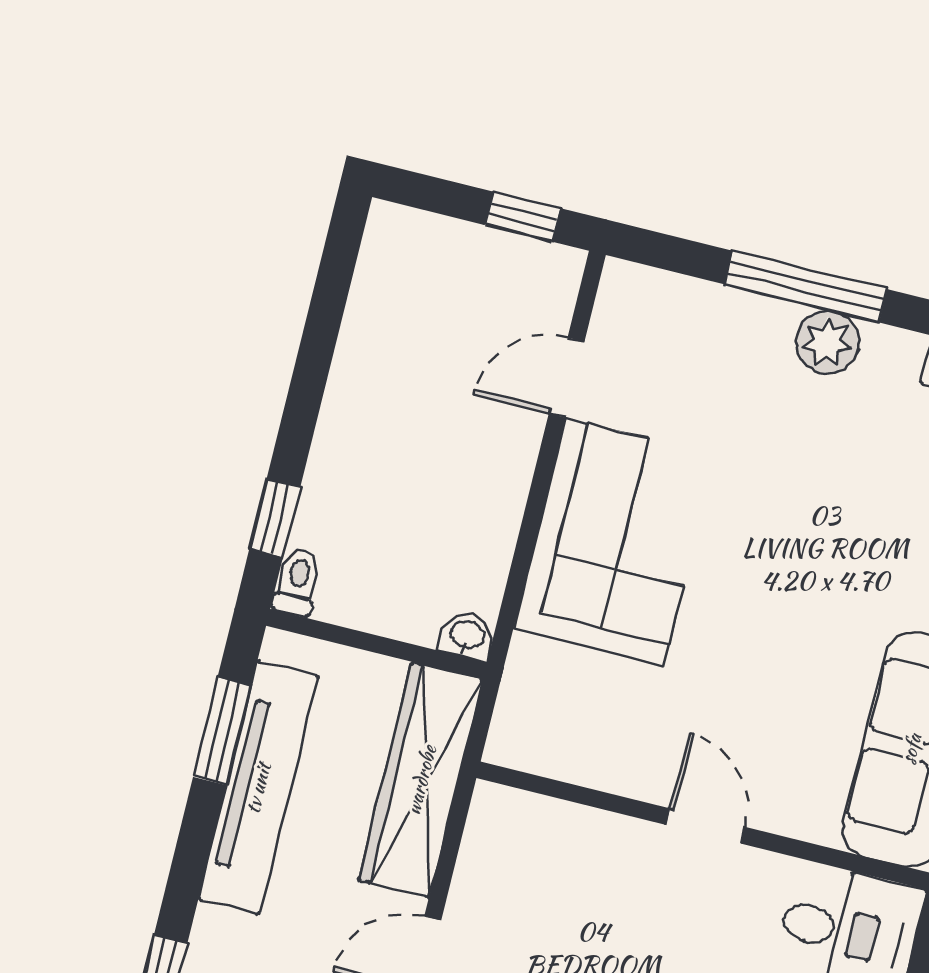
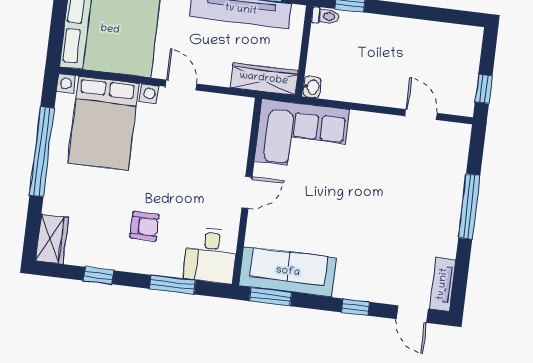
plant: (827, 342) -> (448, 218), removed
corner sofa: (615, 542) -> (302, 135), moved
wardrobe: (421, 780) -> (264, 79), width x0.71, depth x0.85

